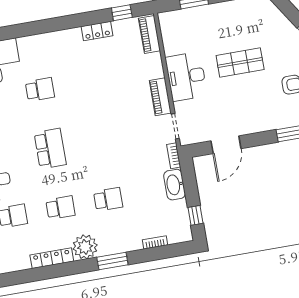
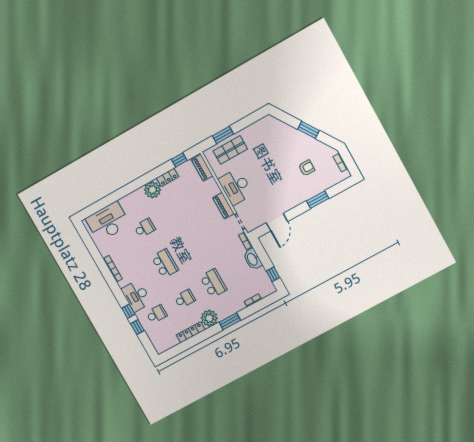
plant: (70, 41) -> (152, 190), added
shop shelf: (240, 63) -> (230, 150), moved
school desk: (108, 199) -> (213, 283), width x1.85

